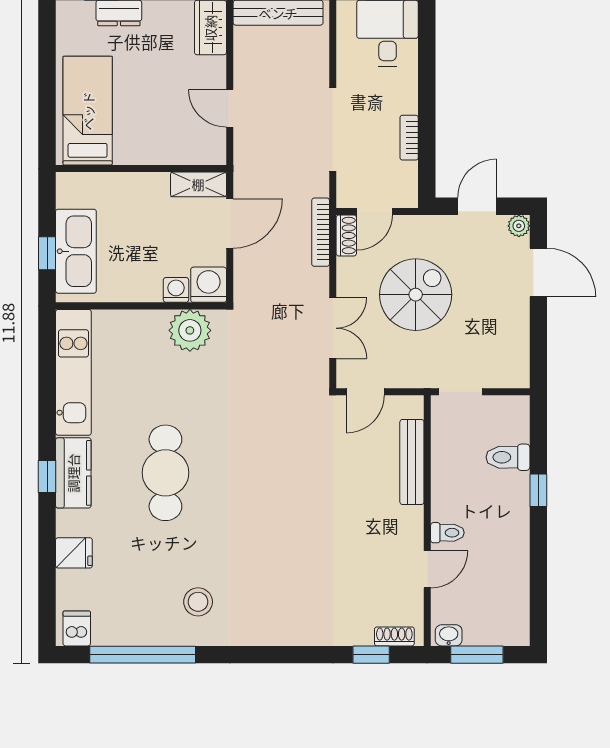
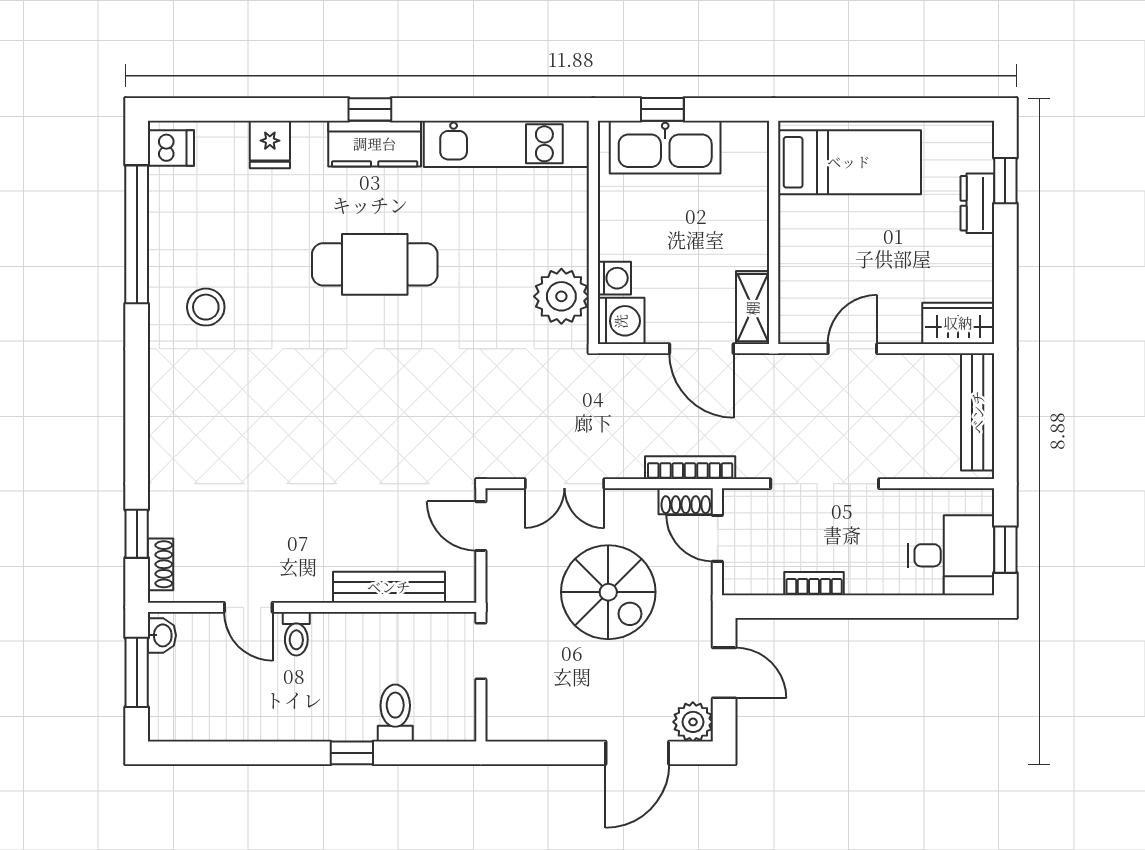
plant: (519, 226) -> (693, 722), width x1.38, depth x1.38

